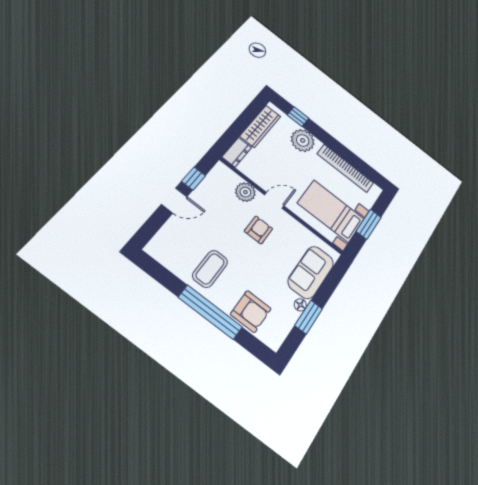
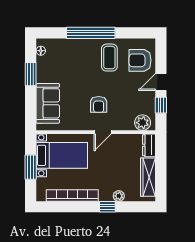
window: (298, 117) -> (107, 207), moved
plant: (303, 140) -> (119, 196), width x0.53, depth x0.53
plant: (245, 192) -> (143, 123), moved
floor lamp: (300, 305) -> (41, 51), moved
armchair: (251, 311) -> (140, 60), moved

